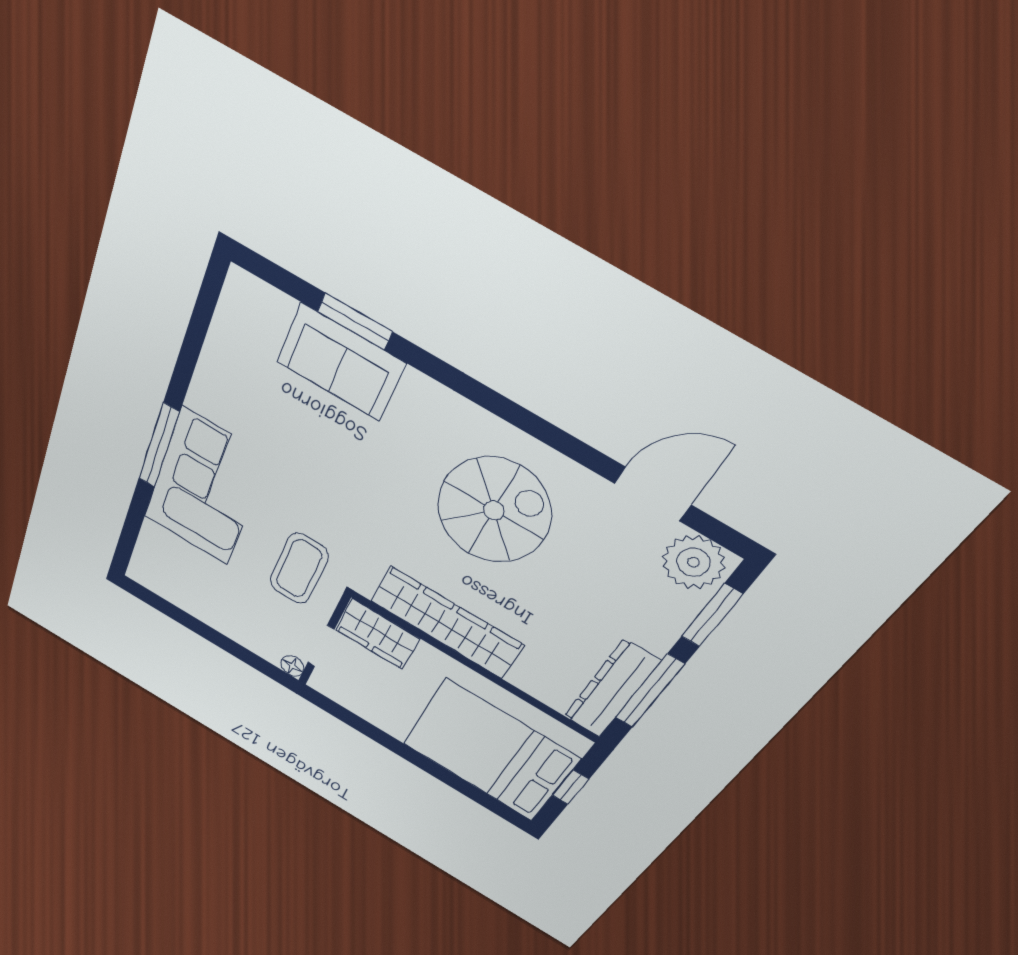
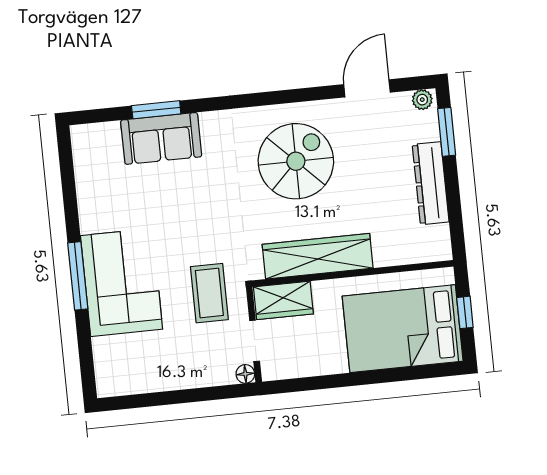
plant: (693, 562) -> (422, 100), width x0.53, depth x0.53
dresser: (611, 689) -> (431, 183), moved
window: (649, 691) -> (454, 205), removed

